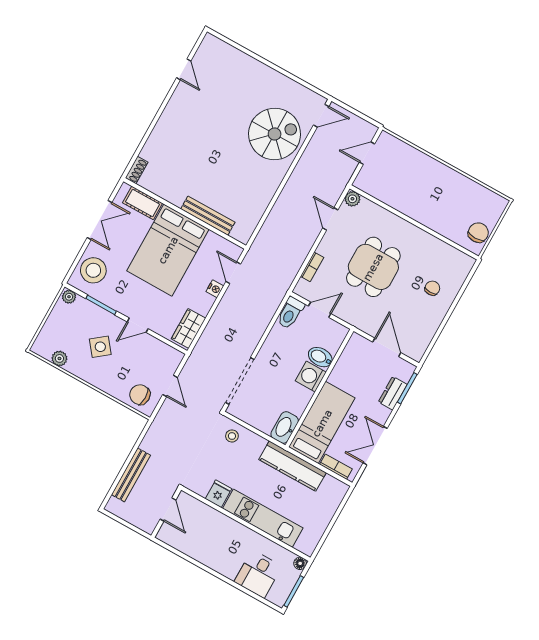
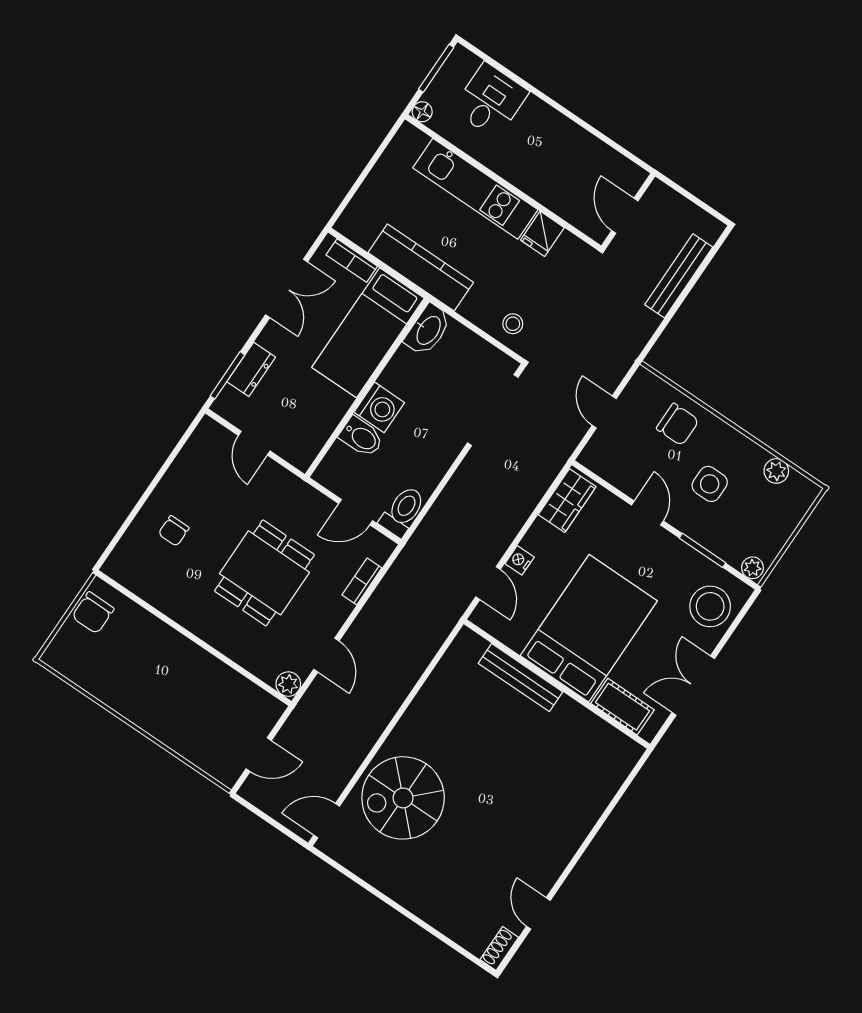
shoe rack: (137, 170) -> (499, 948), moved
door: (138, 325) -> (647, 513), hinge flipped
side table: (100, 347) -> (710, 484), turned 38
door: (387, 347) -> (254, 443), width x0.73
chair: (140, 395) -> (678, 424), moved

